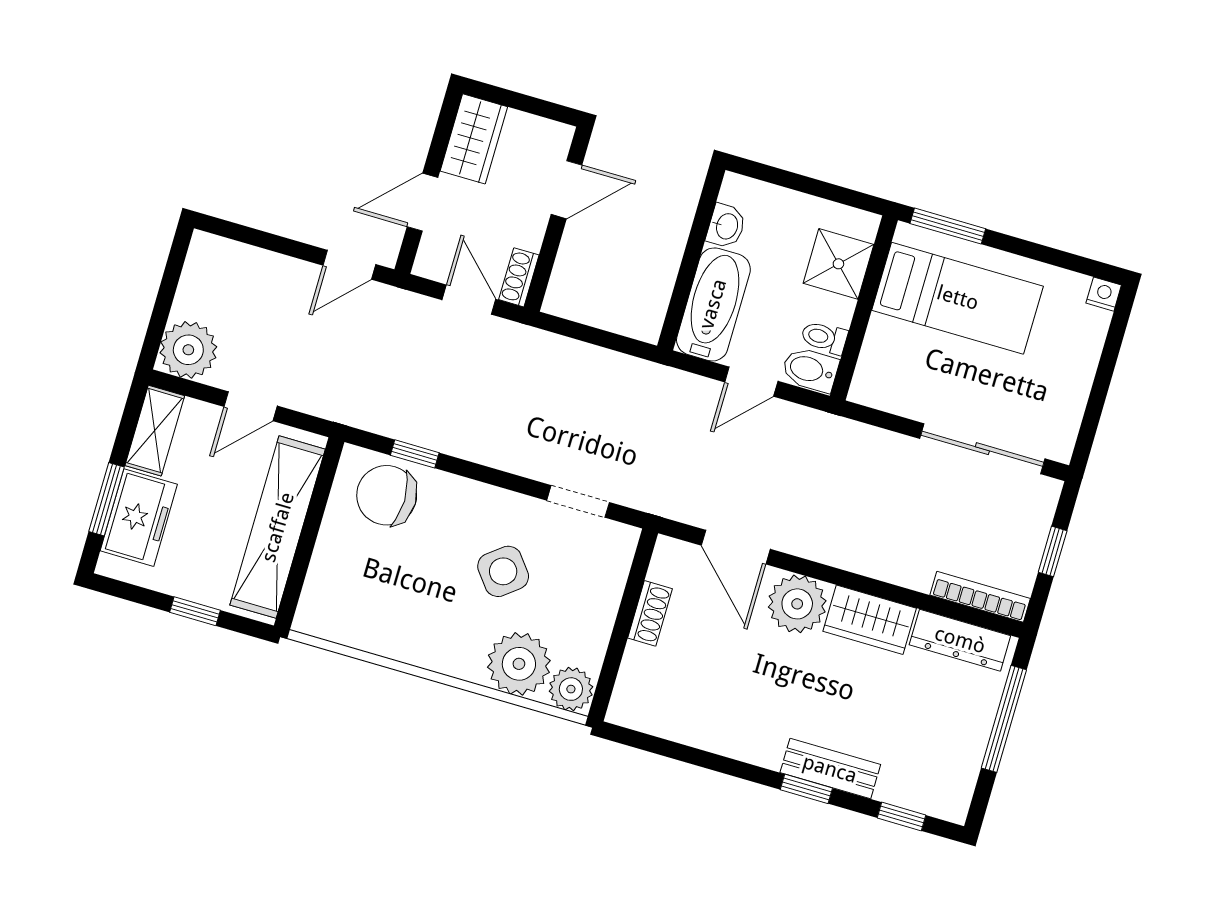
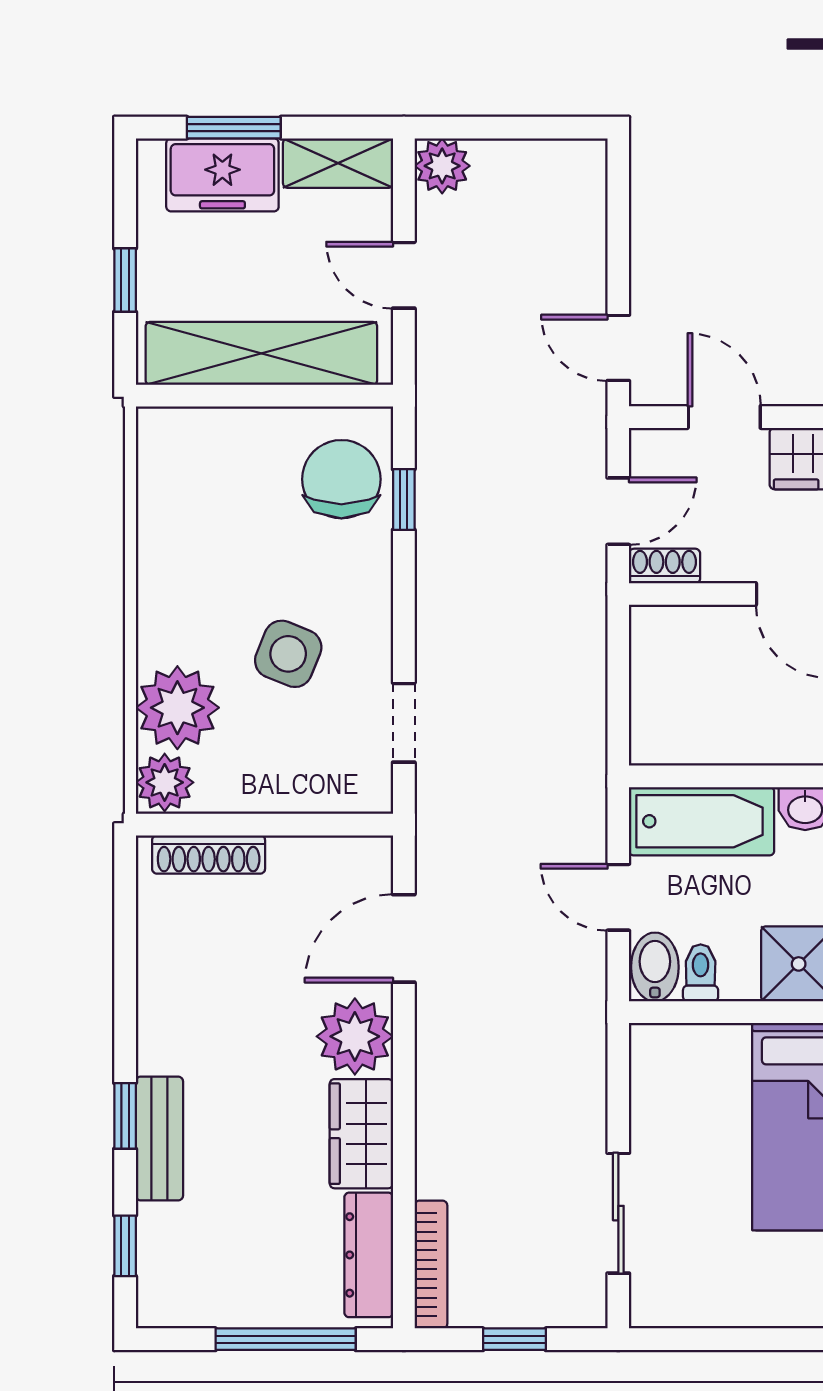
plant: (188, 350) -> (442, 166), width x0.73, depth x0.73
sliding door: (982, 449) -> (618, 1213), width x0.73
side table: (503, 571) -> (288, 654), turned -30
shoe rack: (650, 613) -> (209, 854), moved, width x1.43

